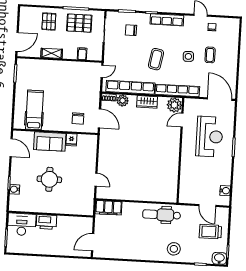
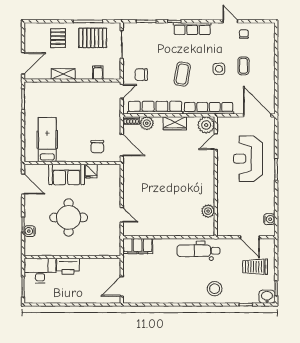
chair: (131, 30) -> (141, 75), moved
reception desk: (209, 137) -> (248, 159), turned 180
round table: (49, 179) -> (69, 217), width x1.36, depth x1.36
plant: (172, 181) -> (208, 211), added

